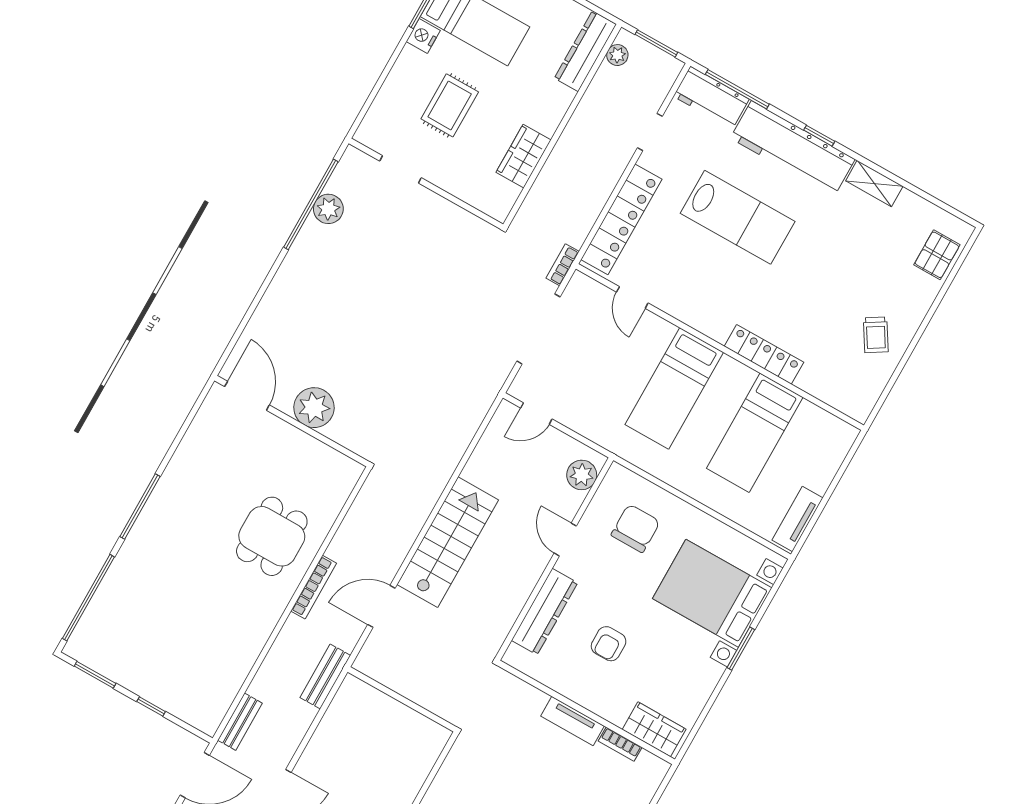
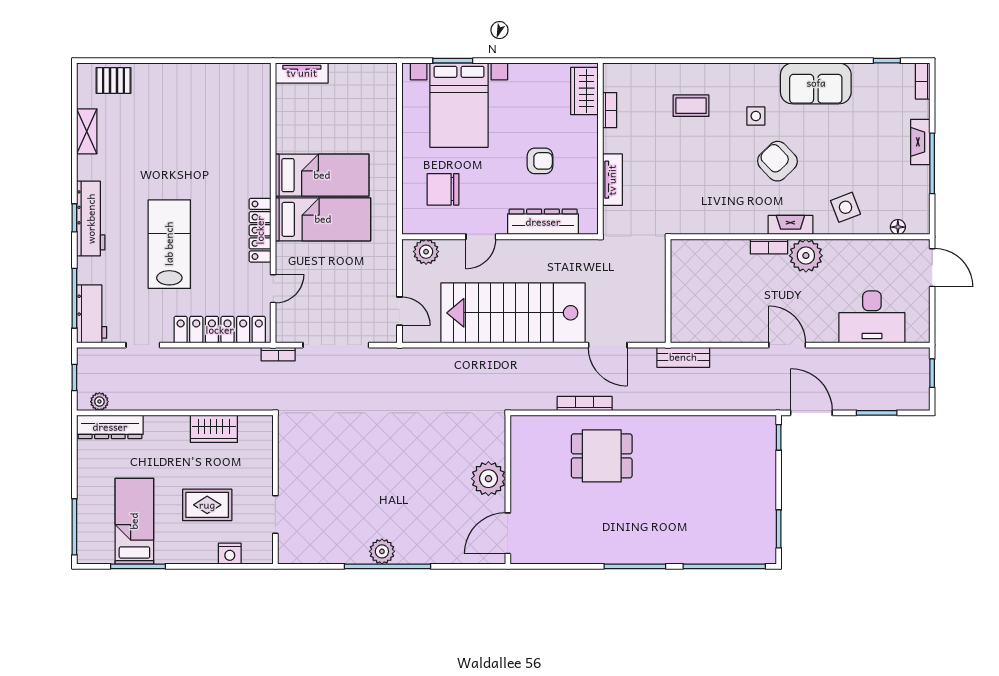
nightstand: (423, 36) -> (230, 554), moved
window: (656, 43) -> (74, 377), width x0.67
workbench: (793, 149) -> (91, 219), width x0.73, depth x0.76
shelving: (874, 183) -> (87, 131), moved
window: (311, 204) -> (387, 566), moved
plant: (328, 209) -> (382, 551), moved
trolley: (876, 335) -> (199, 92), removed
locker: (764, 354) -> (260, 230), moved
bed: (755, 433) -> (322, 175), moved
tv unit: (798, 519) -> (302, 73), moved
stairs: (448, 542) -> (513, 313), width x1.36, depth x1.51
bookcase: (314, 587) -> (585, 404), moved
window: (741, 649) -> (453, 61), moved
window: (151, 706) -> (779, 437), moved
tv unit: (572, 721) -> (612, 180), moved
bench: (240, 722) -> (753, 402), removed

